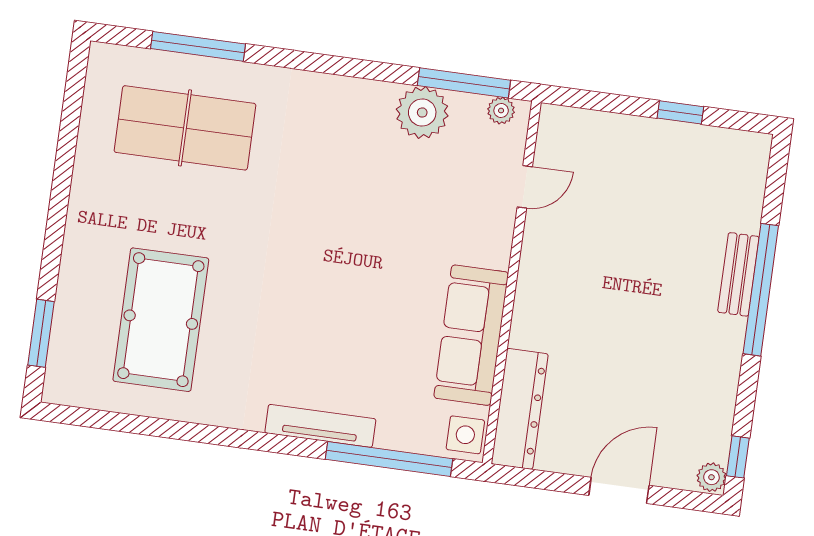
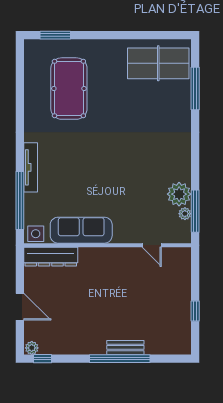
plant: (501, 111) -> (185, 214), moved
table tennis table: (185, 128) -> (158, 63), moved, turned 90
pool table: (161, 320) -> (69, 89), turned 90

